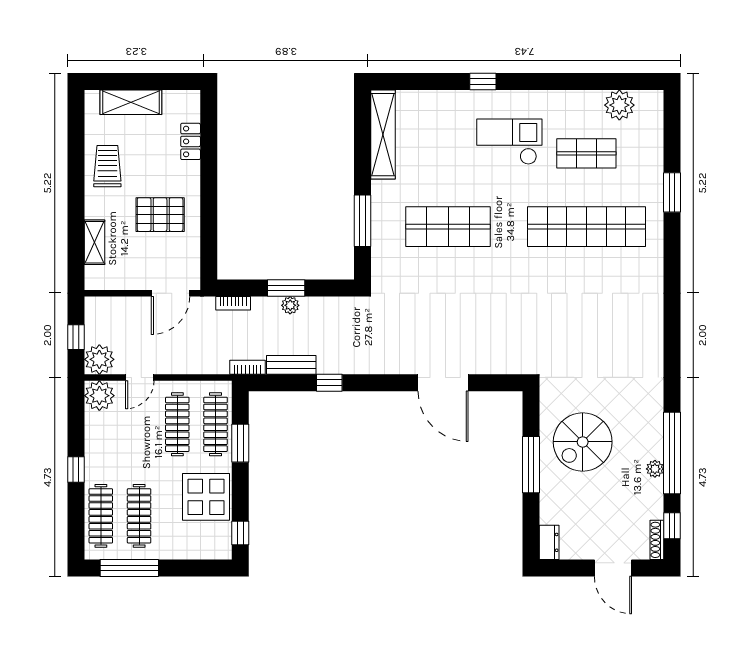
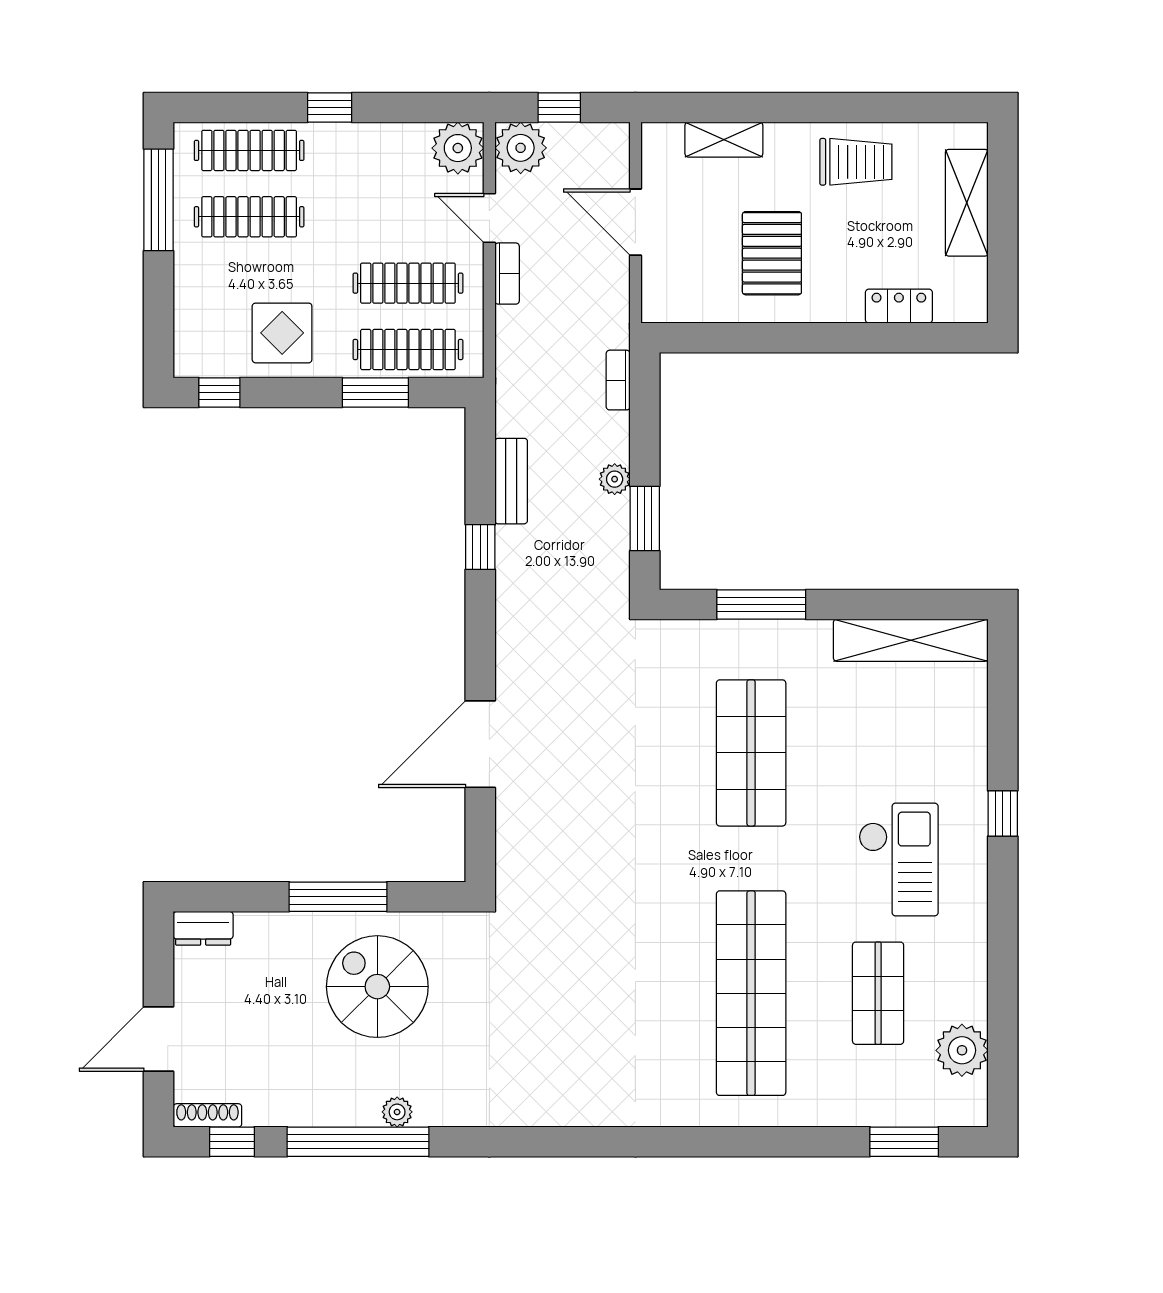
window: (672, 192) -> (904, 1142), moved
window: (286, 288) -> (645, 519), moved
door: (171, 293) -> (635, 222), moved
bookcase: (247, 367) -> (507, 274), moved
plant: (655, 469) -> (397, 1112), moved
display table: (206, 497) -> (282, 333), width x0.73, depth x0.73

